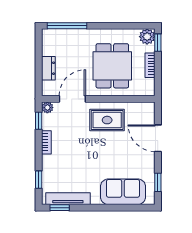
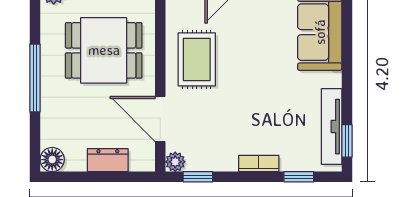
window: (67, 26) -> (35, 78), moved
floor lamp: (49, 36) -> (52, 160), added
bookcase: (46, 142) -> (259, 164), moved

